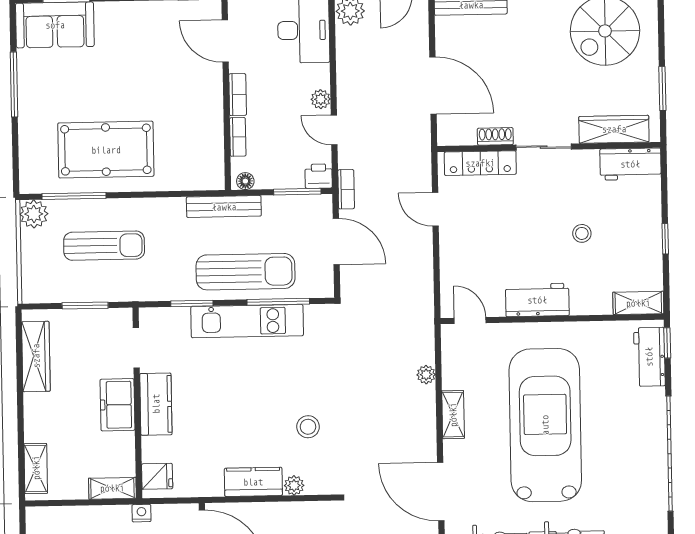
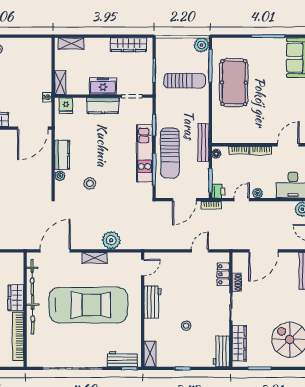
locker: (480, 163) -> (223, 274), width x0.66
sun lounger: (104, 246) -> (185, 81), turned -90
plant: (426, 375) -> (111, 240), width x1.88, depth x1.88

